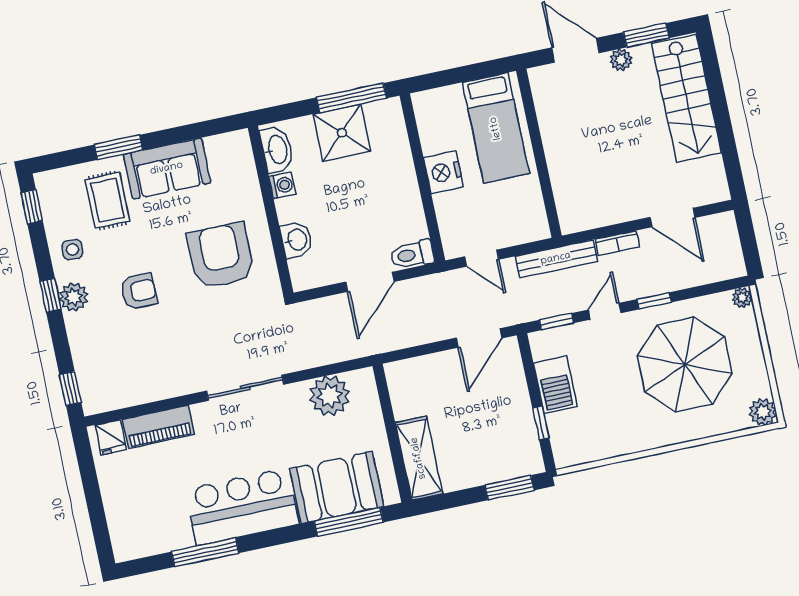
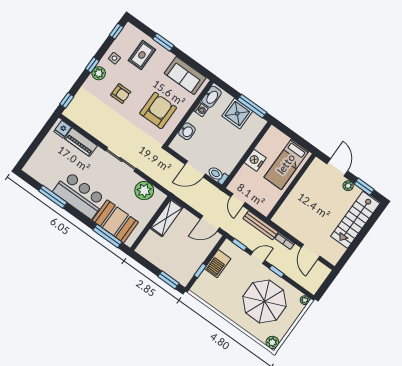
sofa: (167, 169) -> (185, 75), moved
shelving: (419, 458) -> (167, 218), moved

